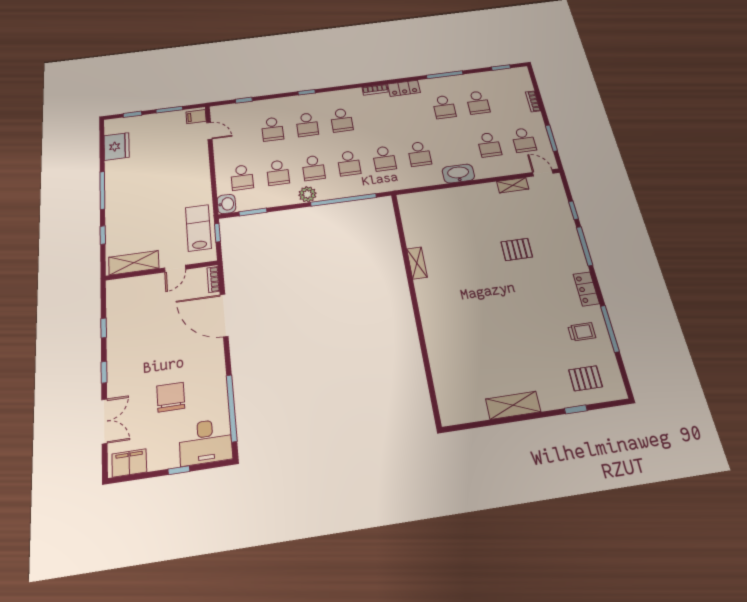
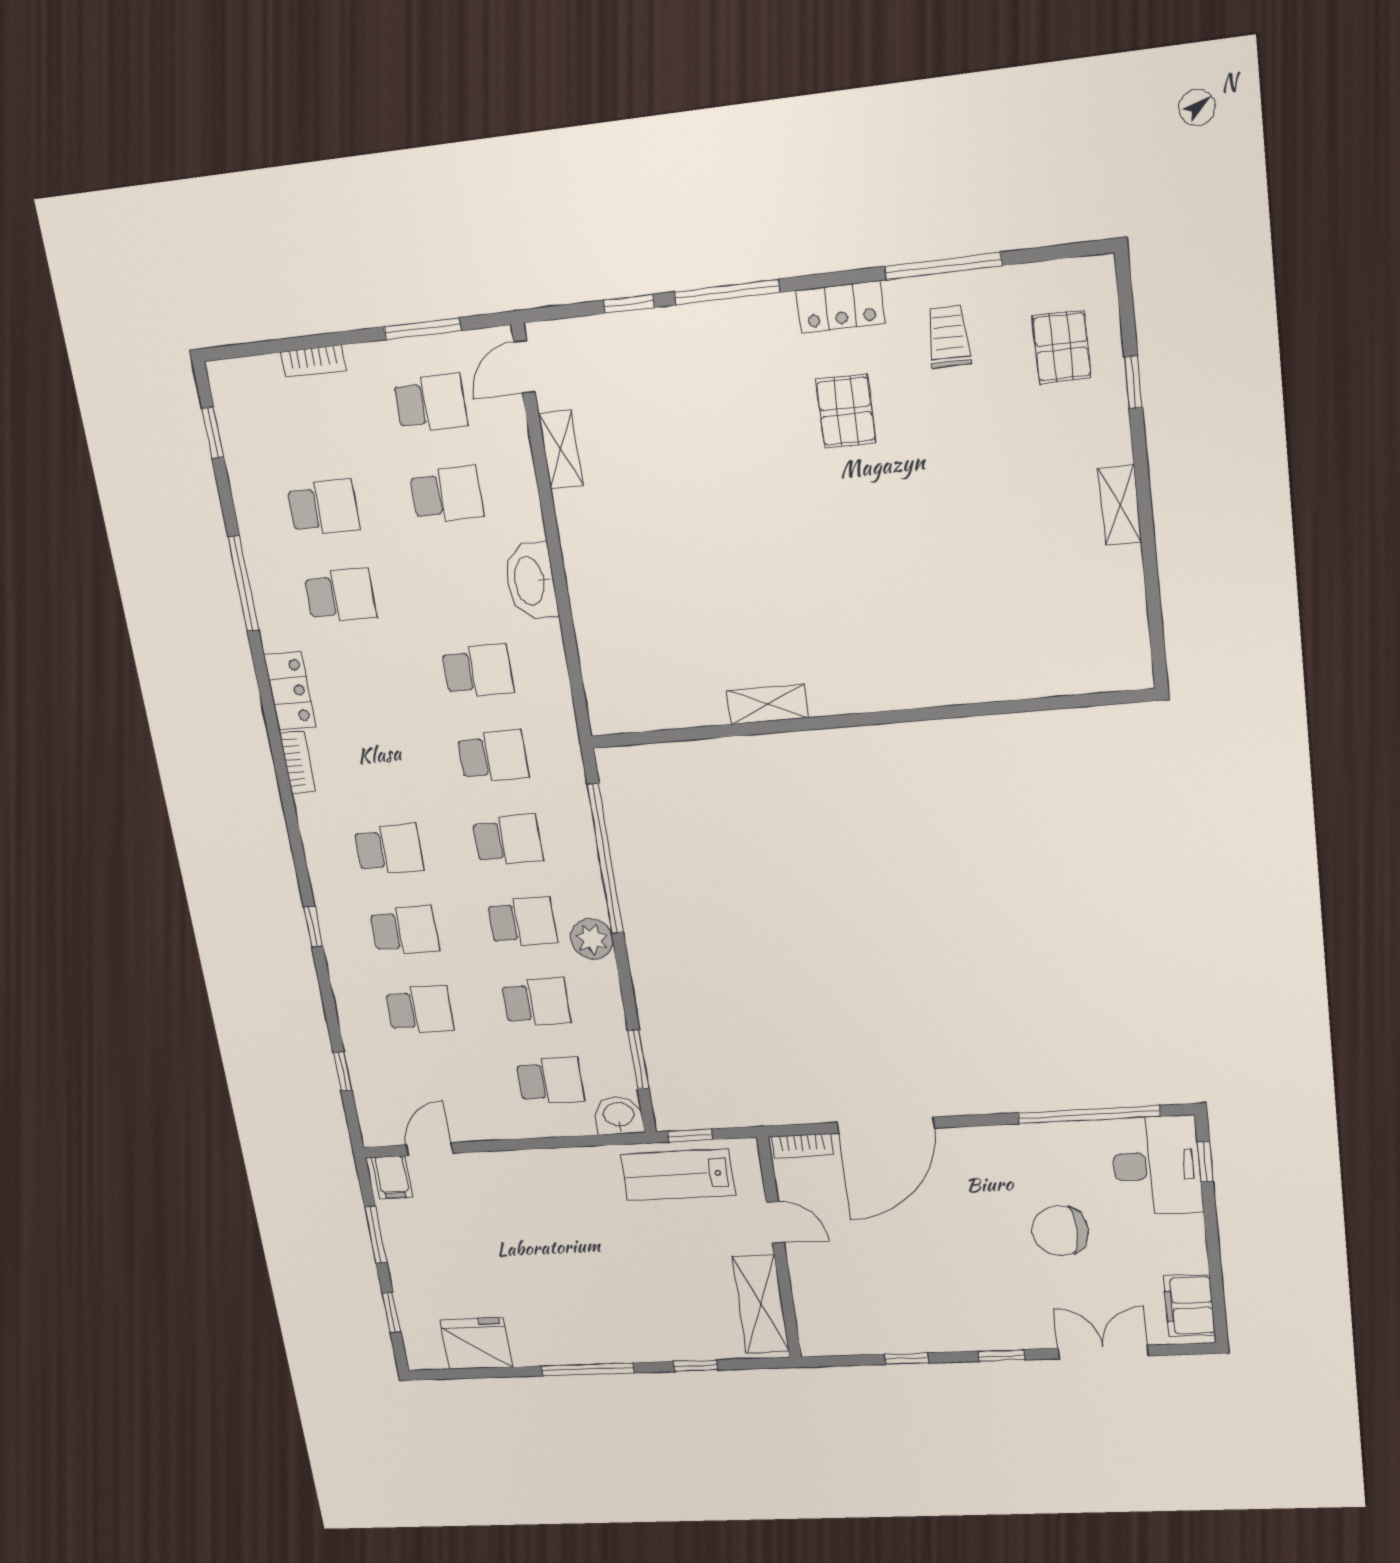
pallet: (517, 249) -> (846, 411), moved
shelving: (513, 405) -> (1120, 505), width x0.67, depth x0.75
window: (179, 470) -> (1205, 1162), moved

